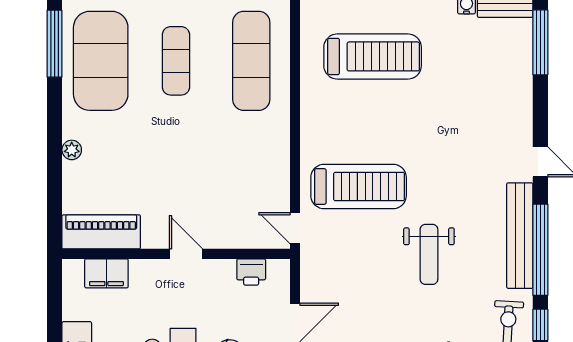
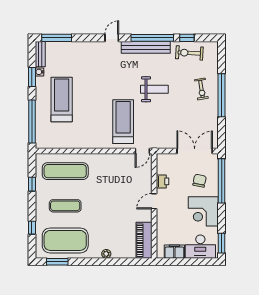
window: (55, 44) -> (57, 262), width x0.69
treadmill: (373, 56) -> (62, 99), moved
printer: (251, 272) -> (162, 181), moved
filing cabinet: (106, 273) -> (174, 252), moved, turned -90

